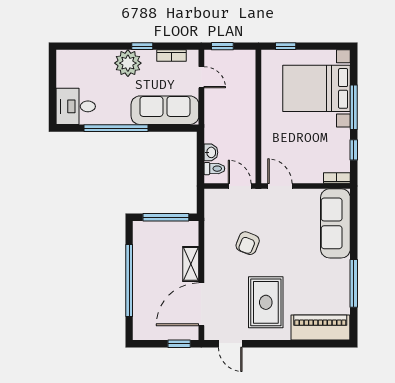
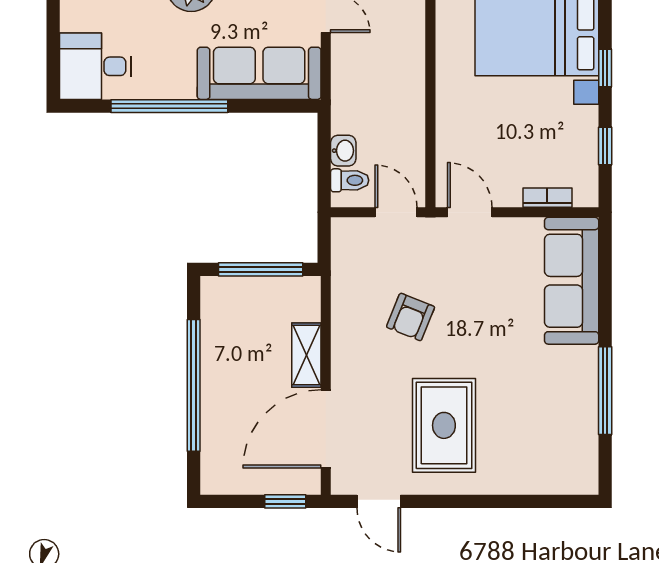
window: (354, 107) -> (605, 68), width x0.46
bookcase: (337, 178) -> (547, 198), moved
piano: (320, 327) -> (544, 472), removed

